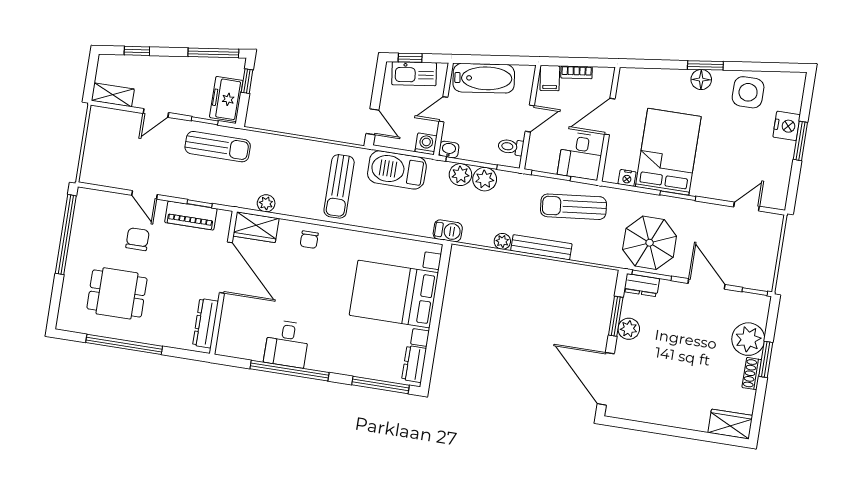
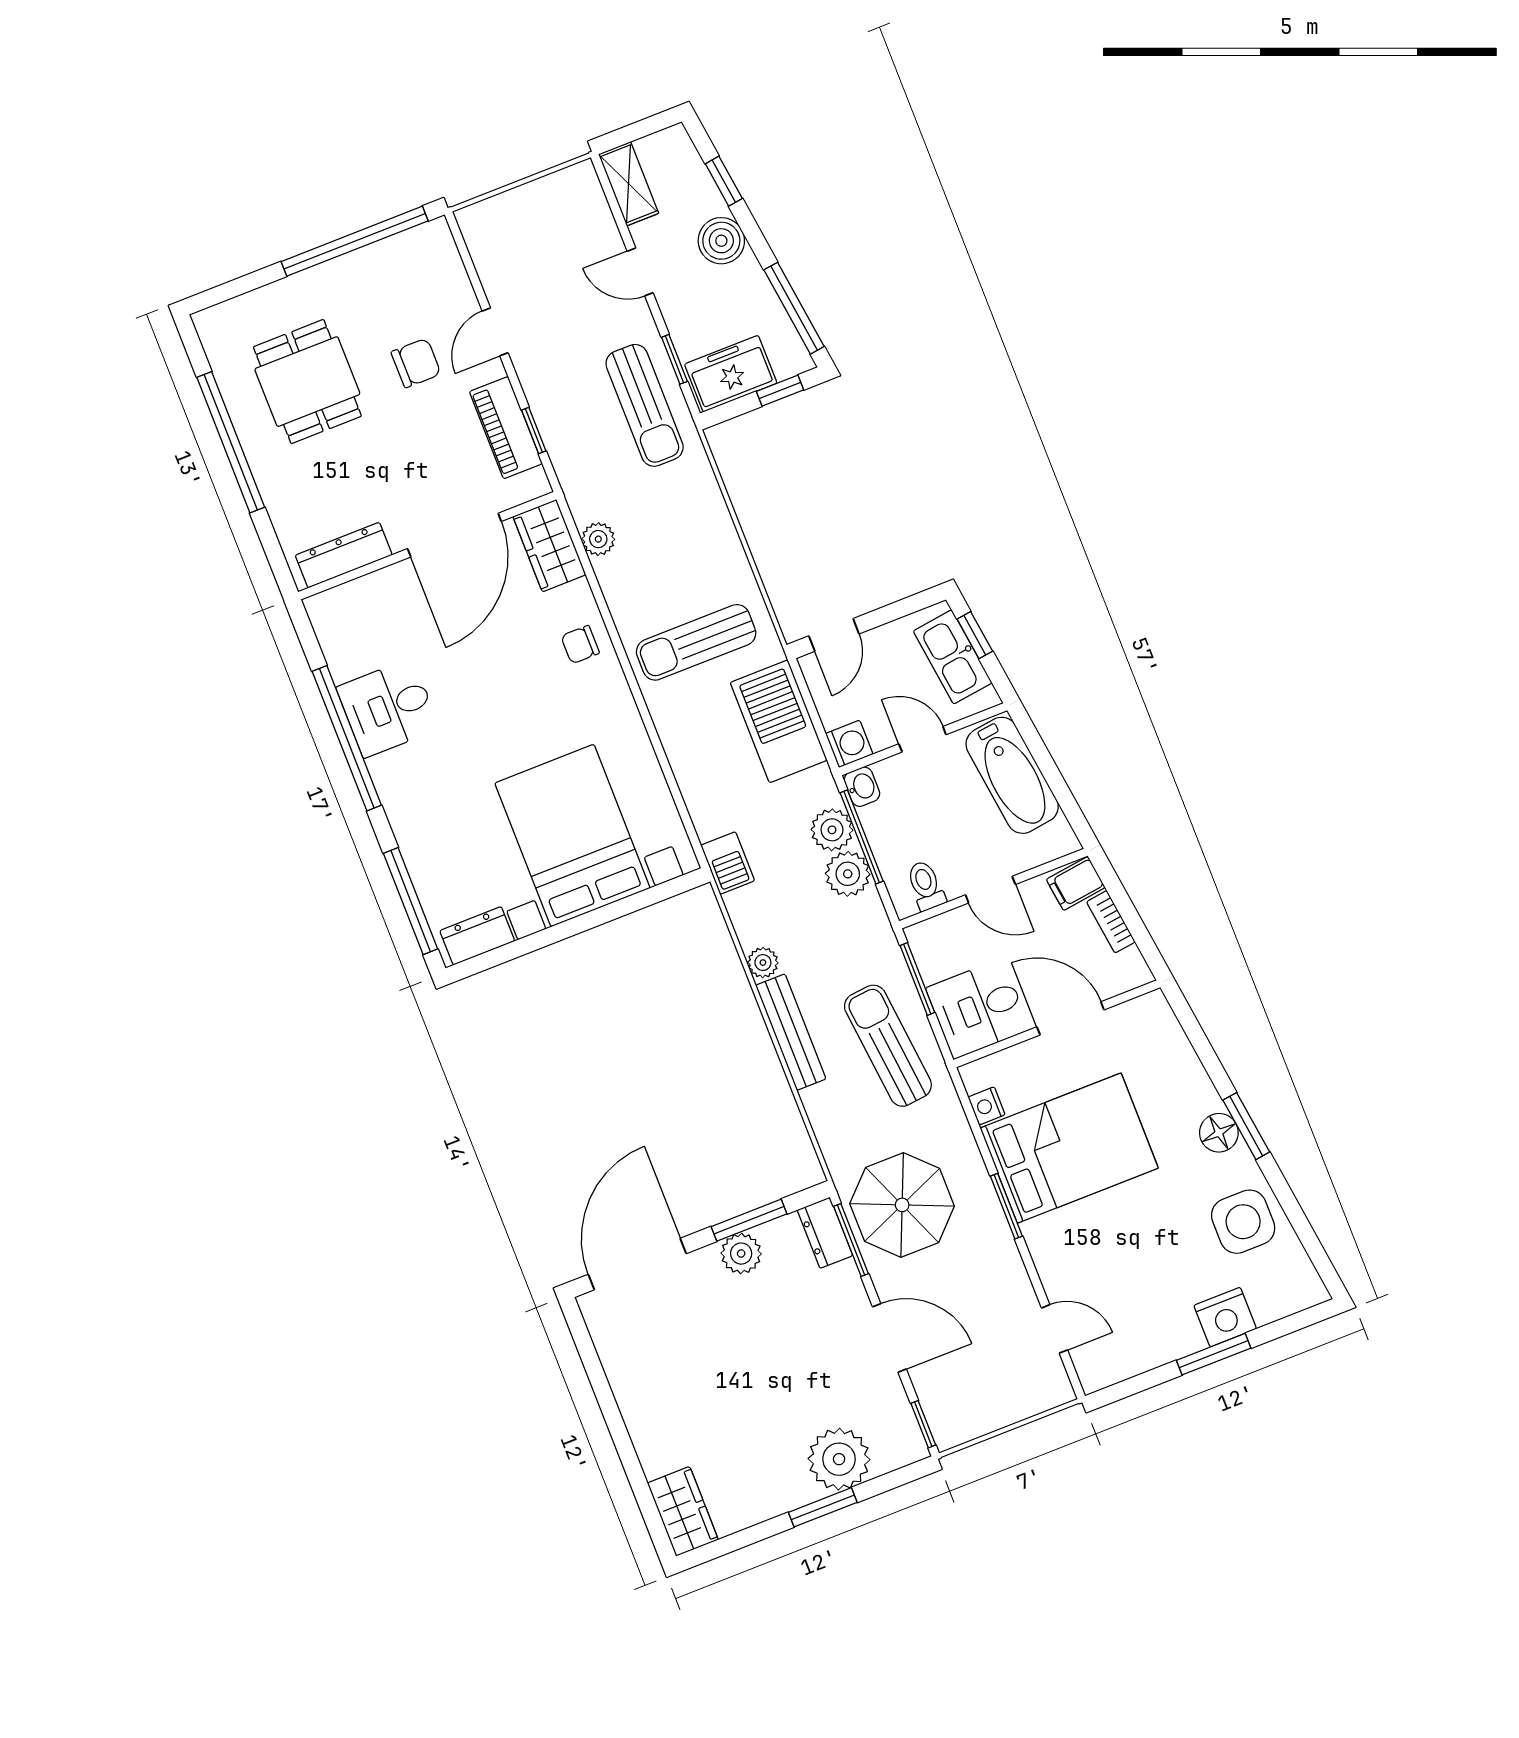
boiler: (163, 68) -> (721, 241), added
door: (707, 284) -> (889, 1338), hinge flipped
shoe rack: (752, 374) -> (786, 1498), removed

